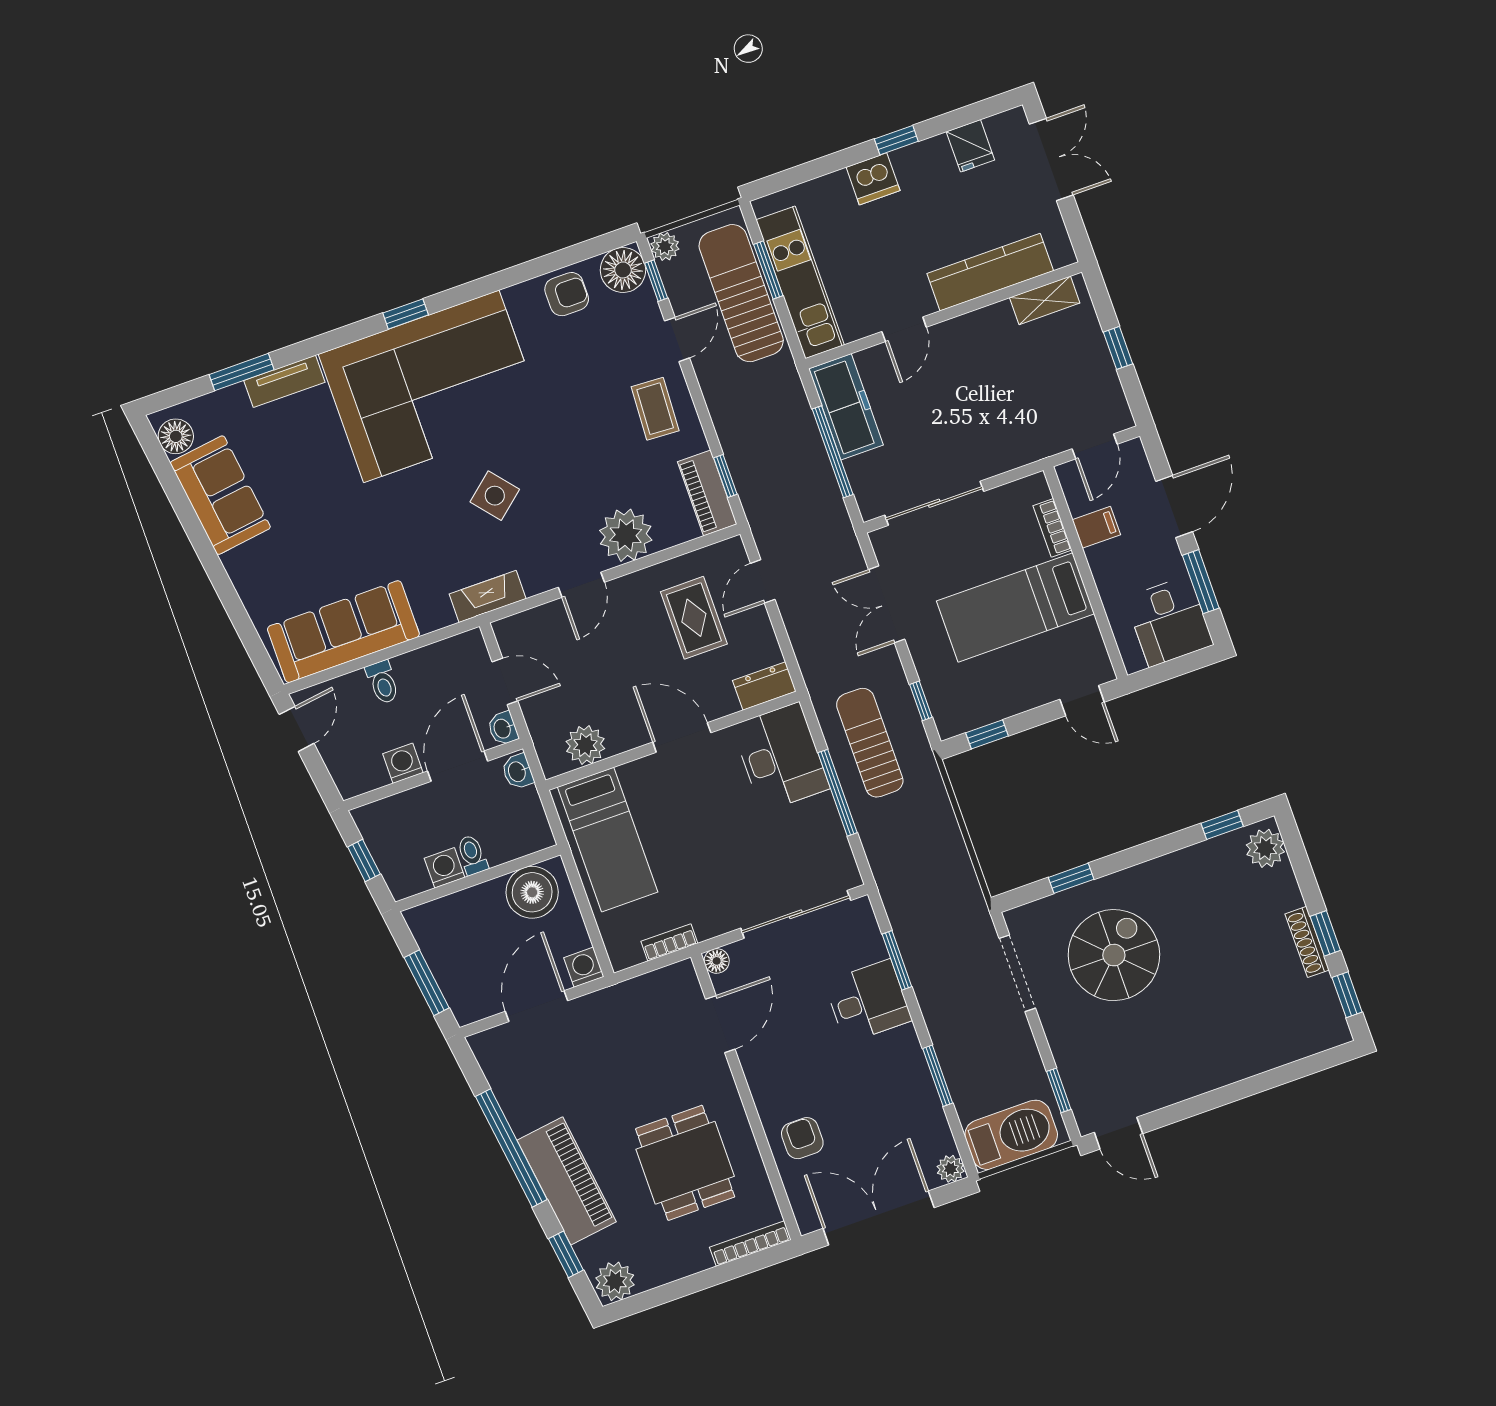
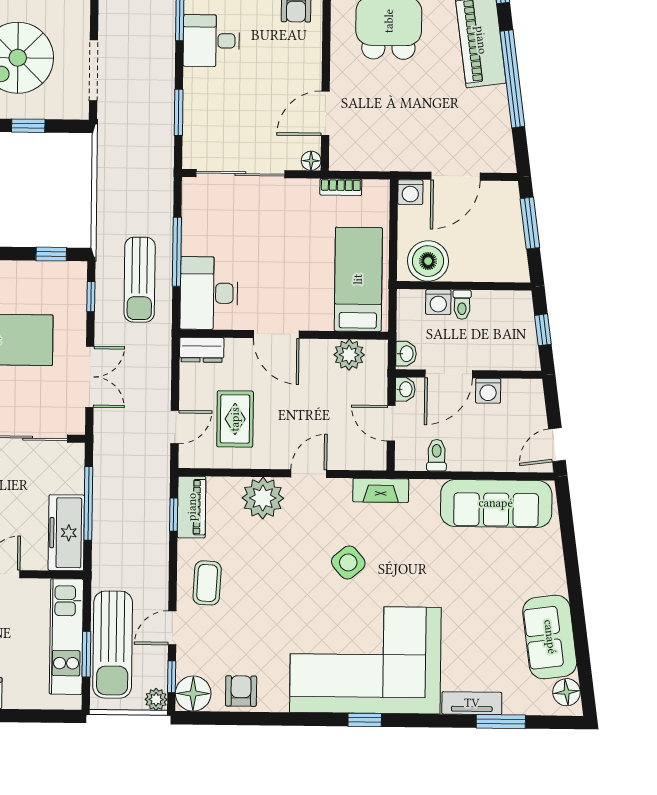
armchair: (567, 294) -> (241, 691), turned 90
toilet: (383, 682) -> (437, 455), moved
washing machine: (445, 868) -> (438, 302), moved
desk: (868, 1001) -> (211, 41), moved

